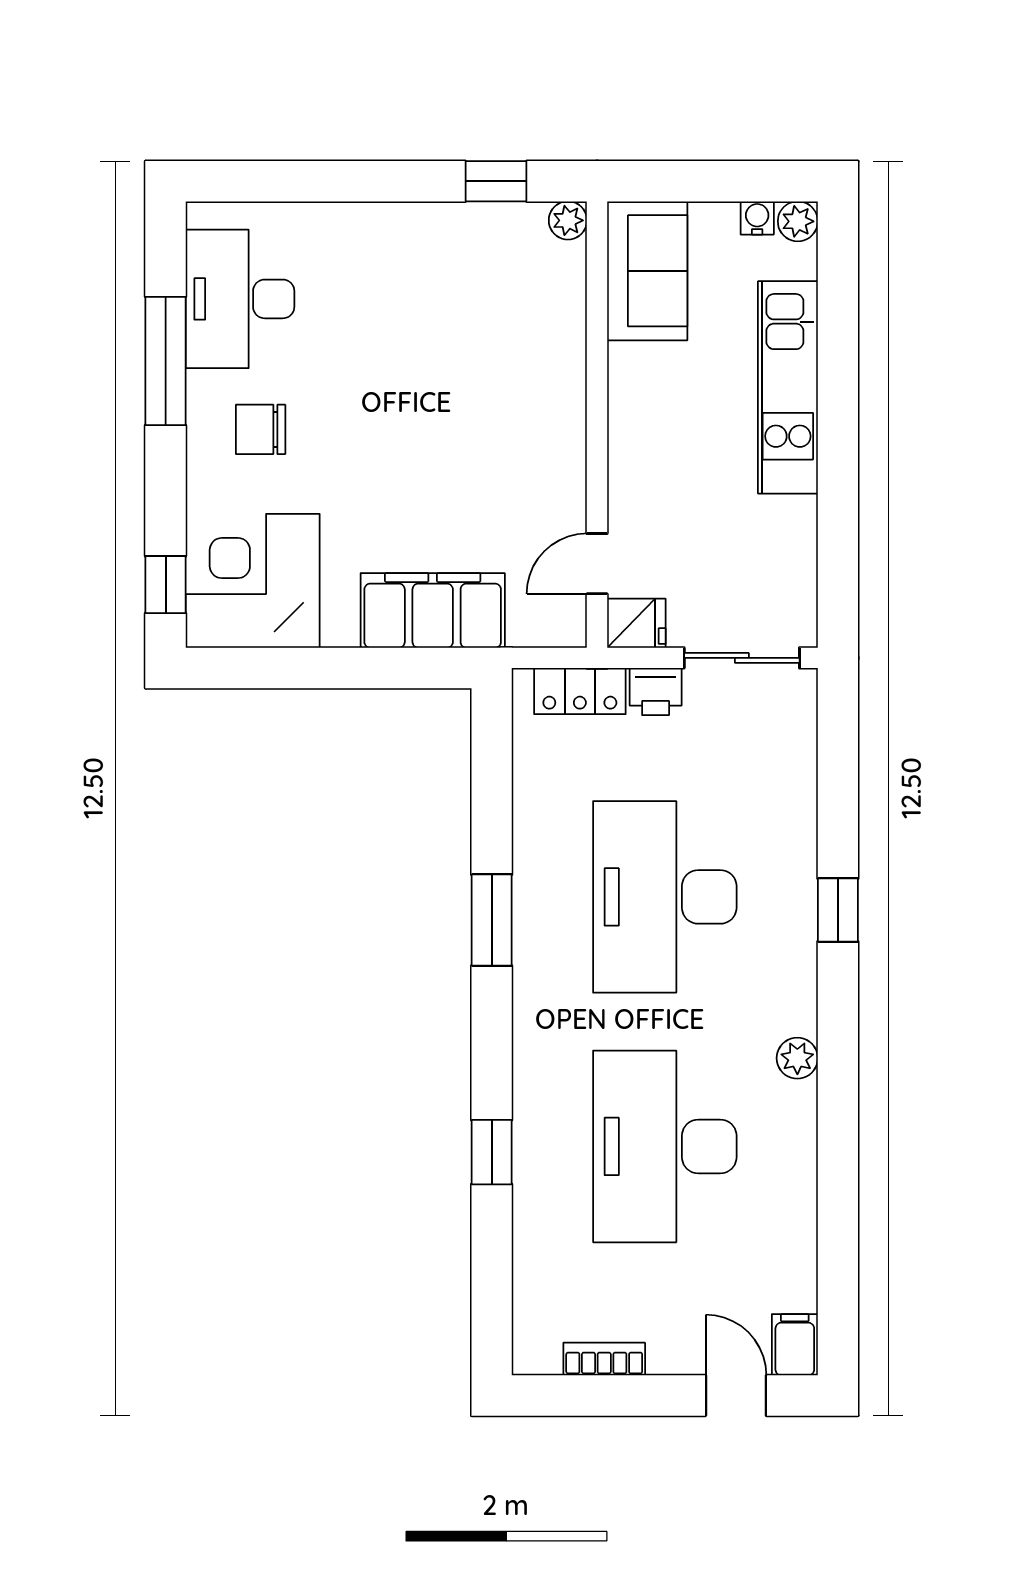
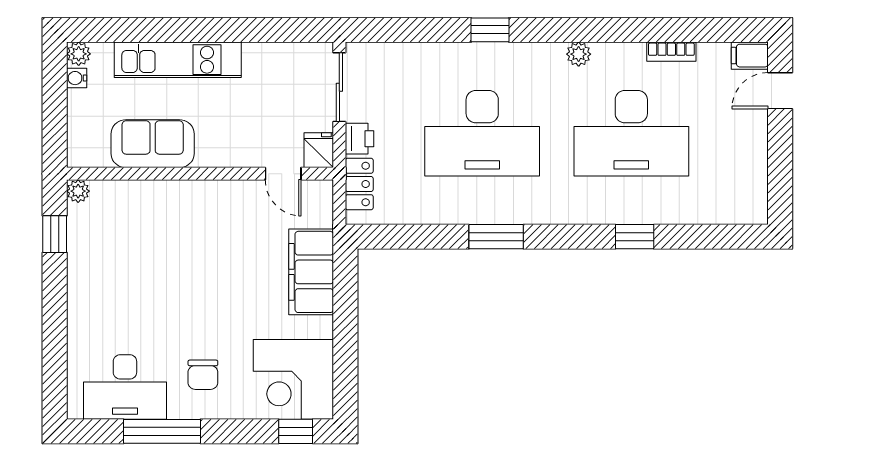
sofa: (647, 271) -> (153, 144), moved
bookcase: (604, 1359) -> (671, 52), moved, turned -90

